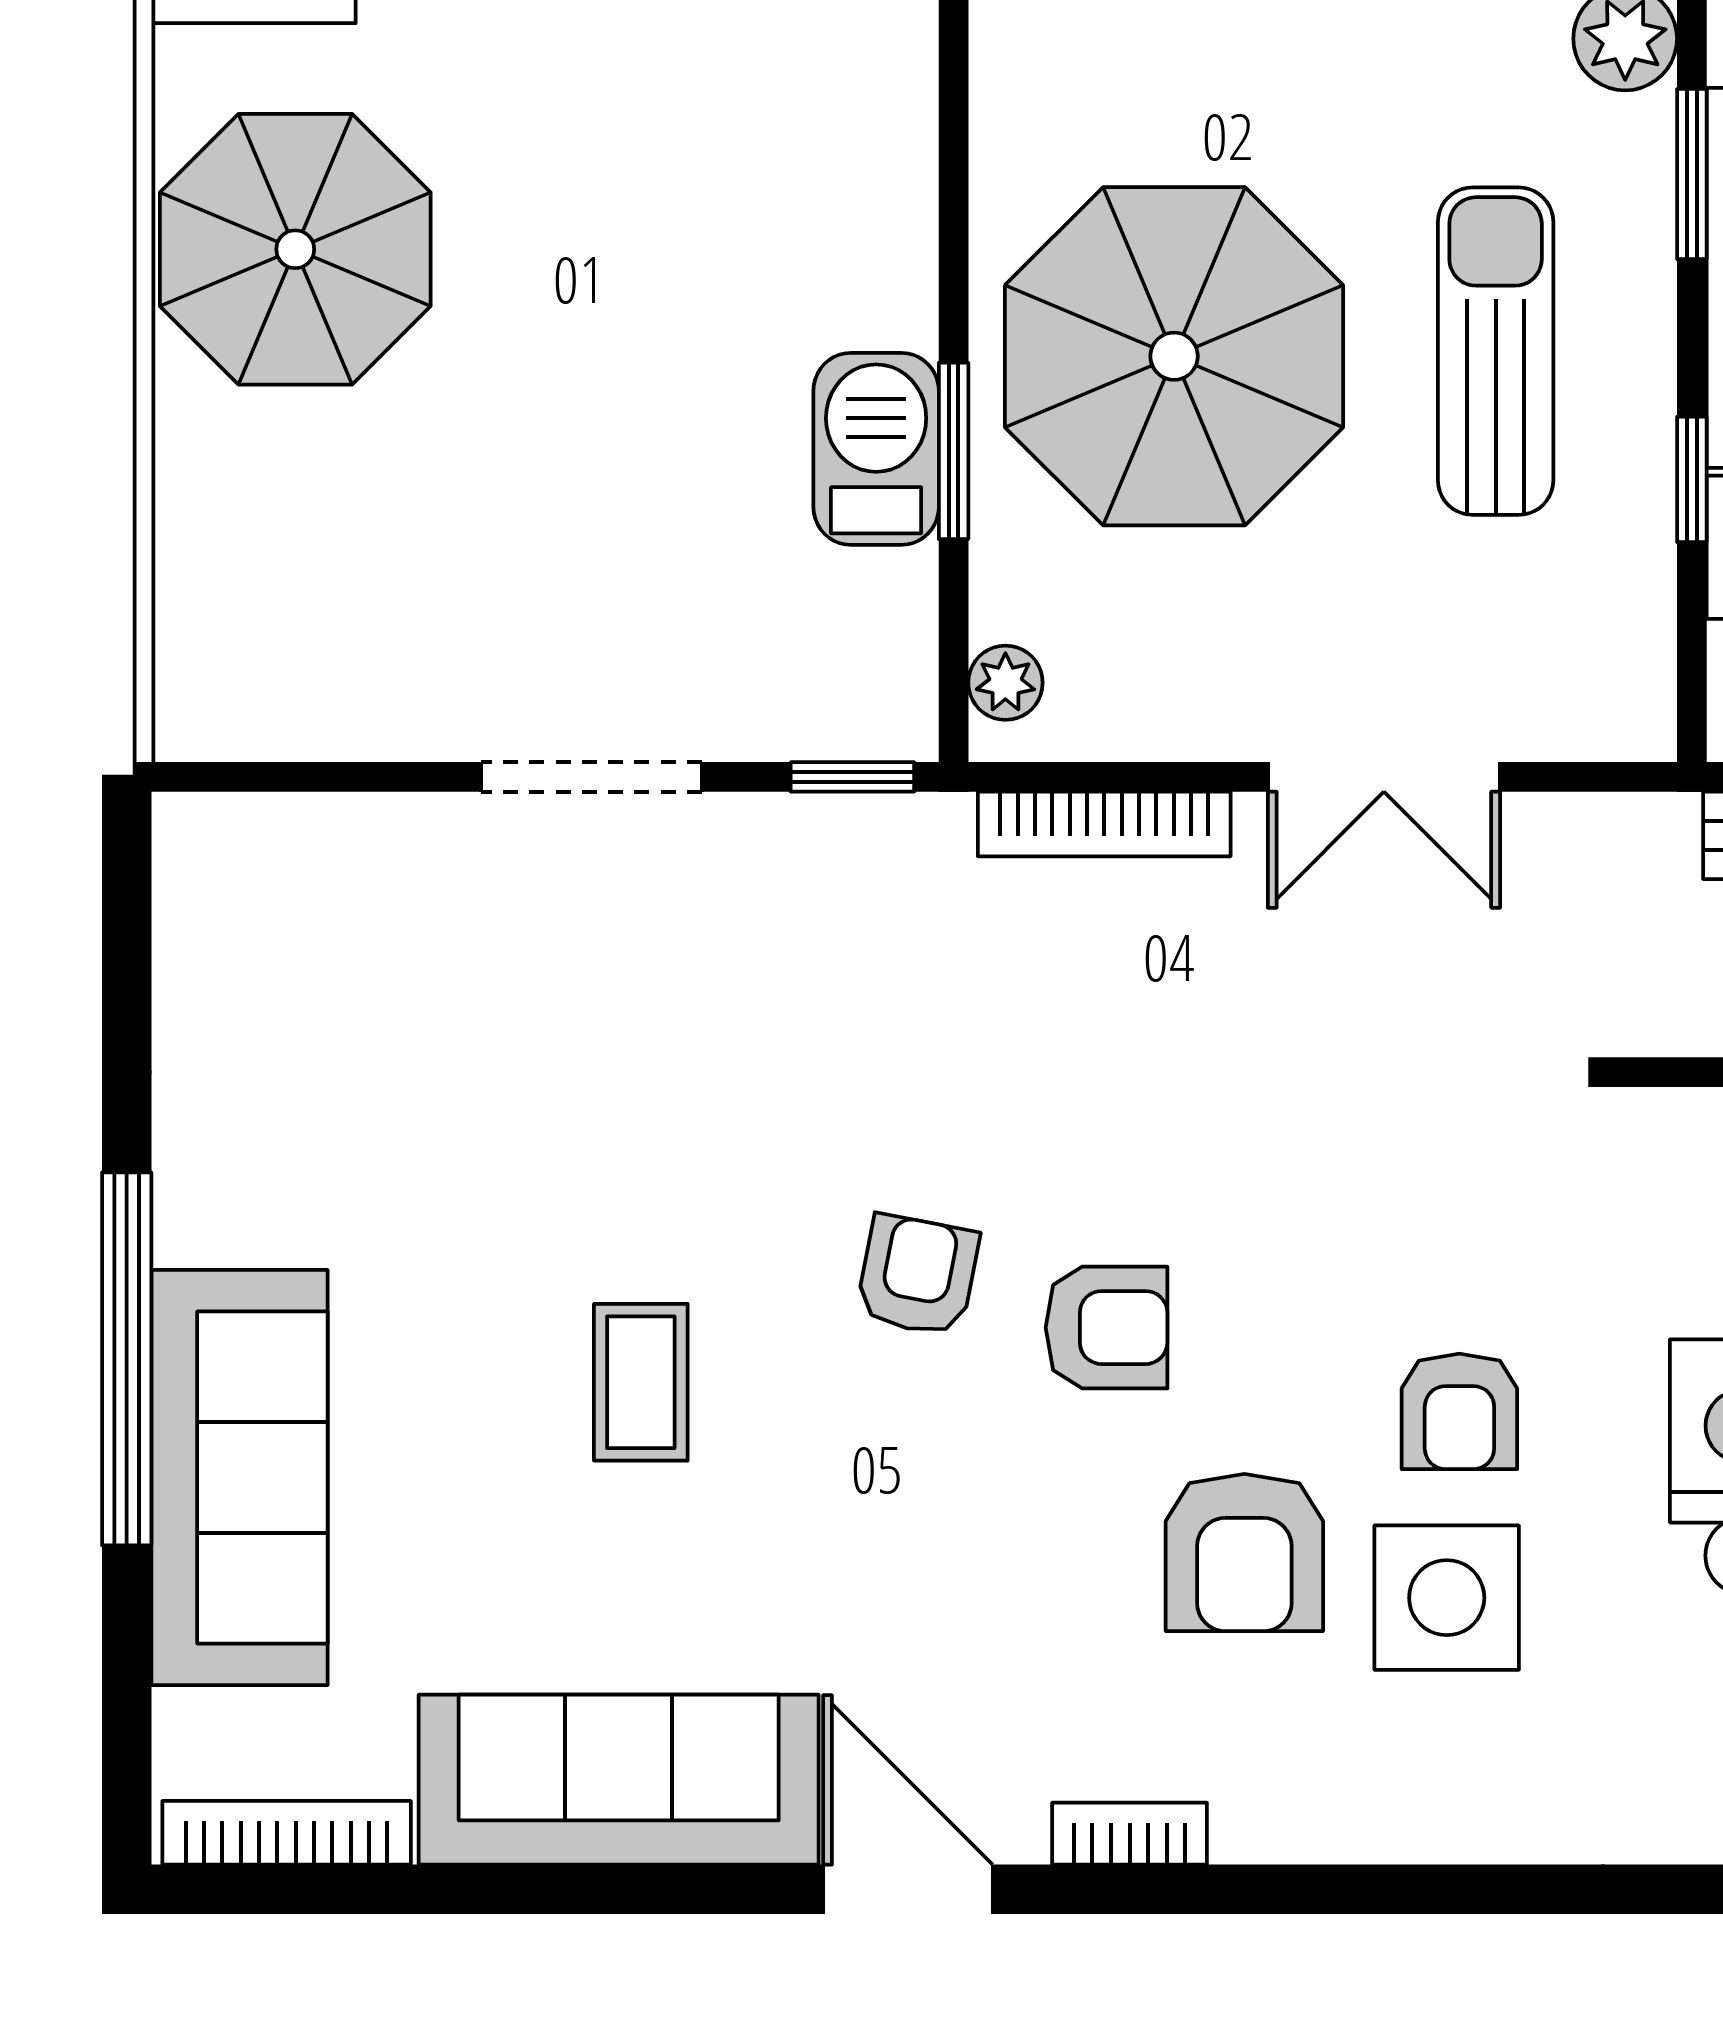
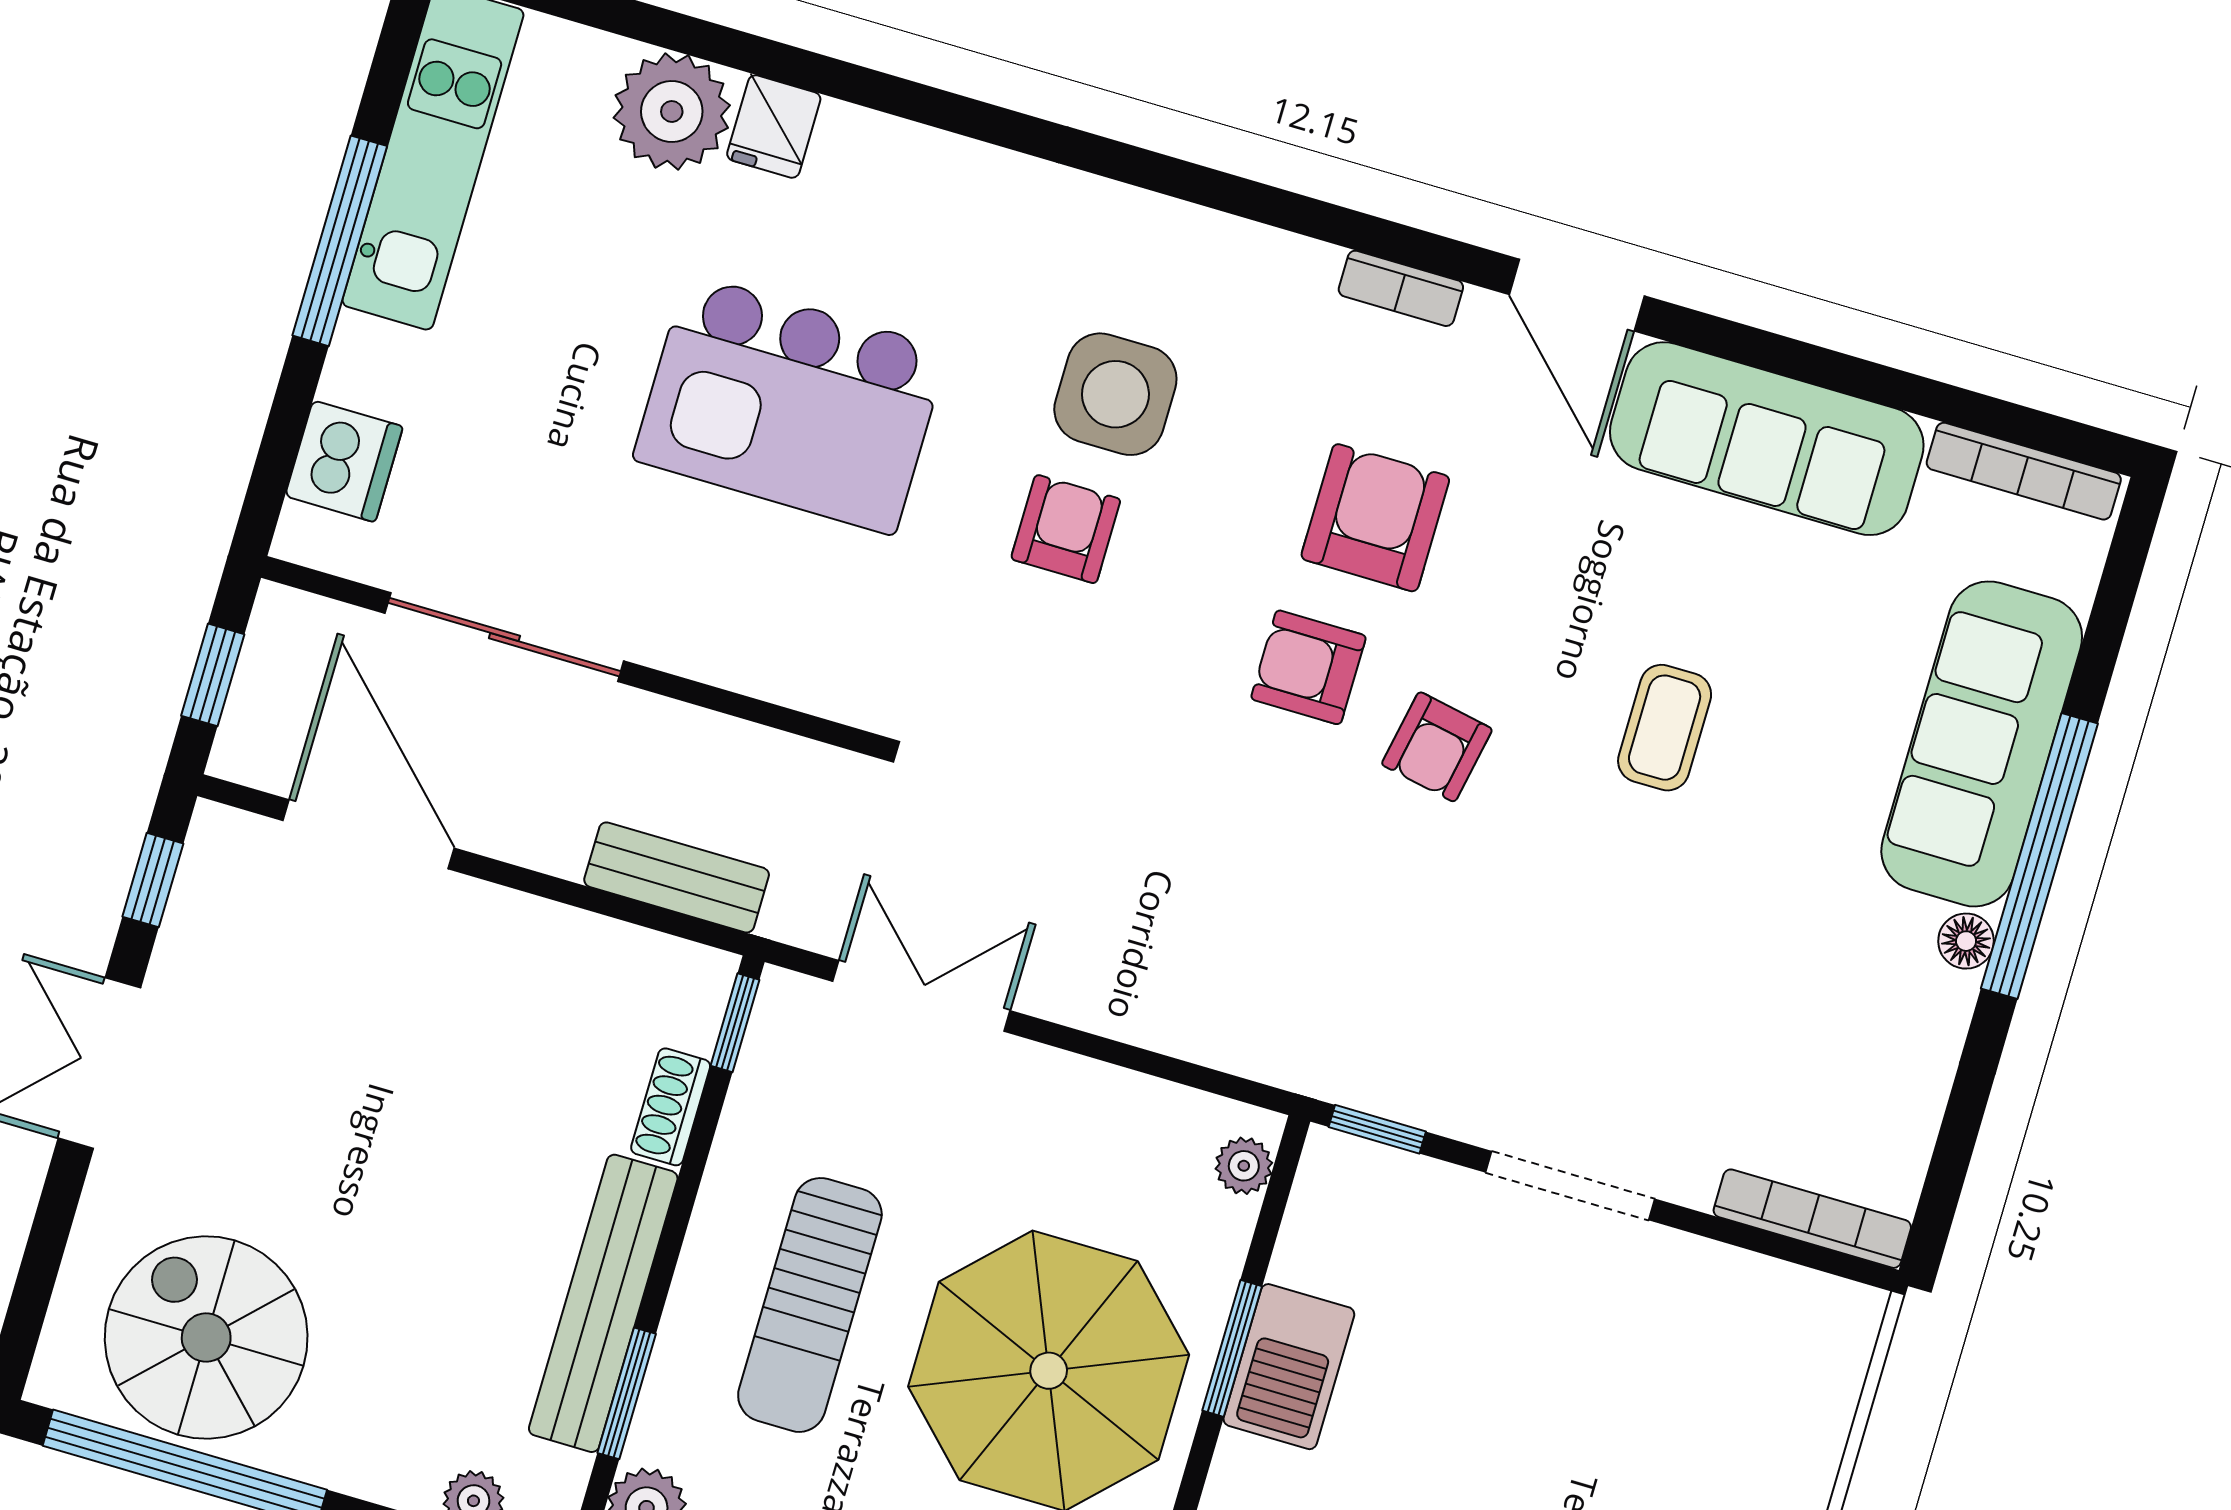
window: (1692, 479) -> (735, 1023), moved
double door: (1384, 777) -> (921, 996), moved
bookcase: (1104, 824) -> (1812, 1219), moved
floor lamp: (187, 1226) -> (1966, 941), added
armchair: (1244, 1553) -> (1375, 518), moved

